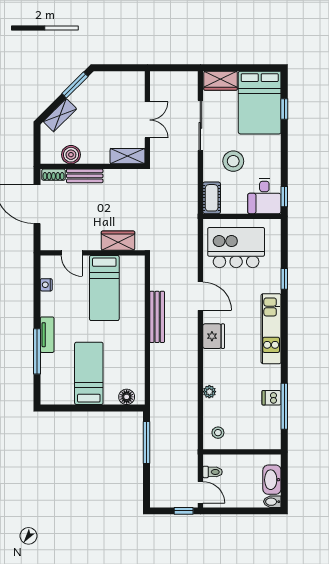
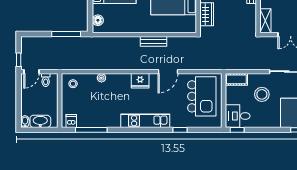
bench: (157, 317) -> (154, 41), width x0.73
dishwasher: (272, 398) -> (71, 121), moved

